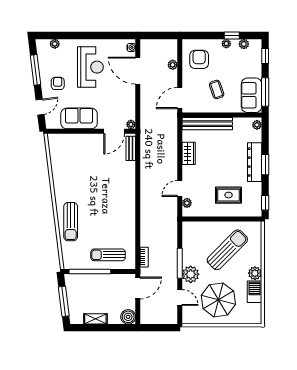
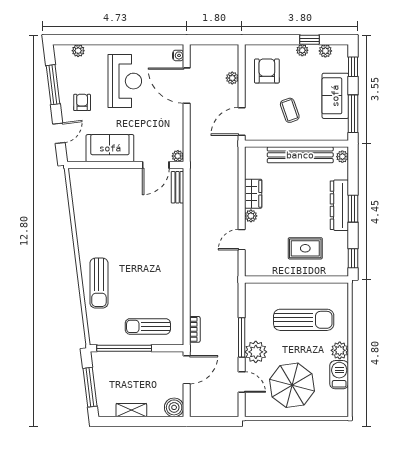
sofa: (252, 95) -> (335, 96), moved
bench: (207, 124) -> (300, 155), moved
plant: (187, 203) -> (251, 216), moved
sun lounger: (227, 250) -> (304, 320), turned 45

